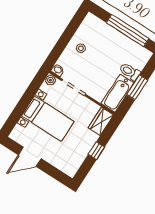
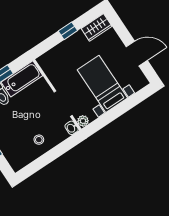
wardrobe: (101, 121) -> (97, 27), moved

